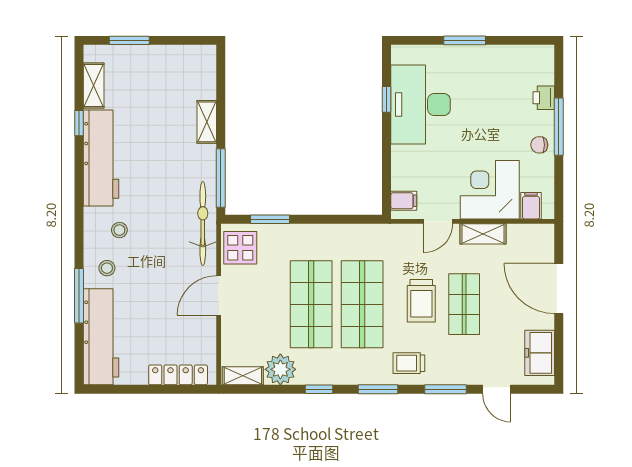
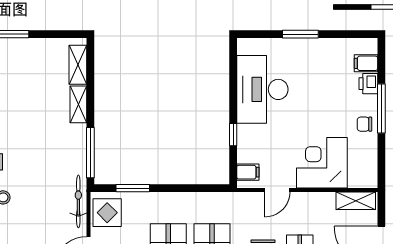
shelving: (206, 76) -> (78, 65), added
window: (387, 99) -> (233, 135), moved
filing cabinet: (531, 206) -> (366, 63), moved, turned -90
bicycle: (203, 223) -> (78, 201), width x0.73, depth x0.71
shelving: (483, 234) -> (356, 201), moved

